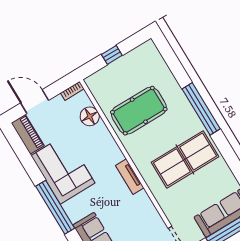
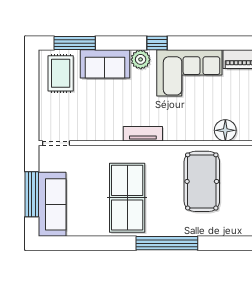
window: (55, 207) -> (157, 43), width x0.32
plant: (75, 212) -> (141, 59), added

